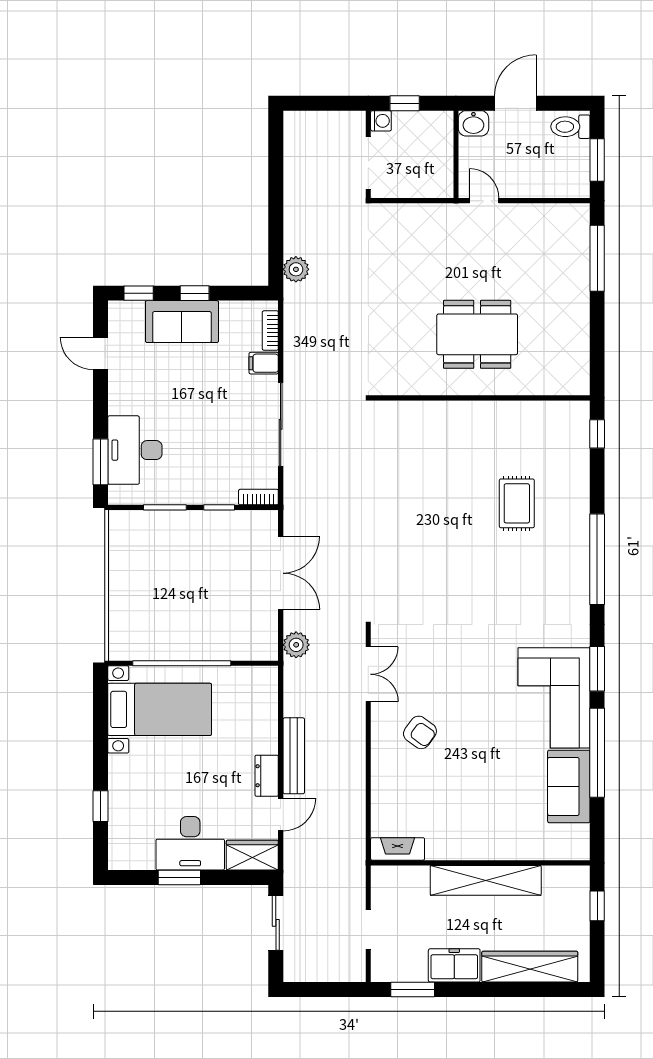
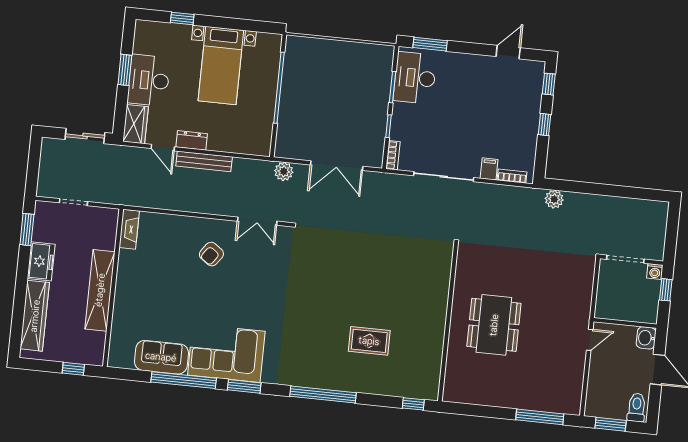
sofa: (182, 322) -> (525, 113), removed
desk: (135, 450) -> (415, 78), moved, turned -90
bed with nightstands: (160, 709) -> (221, 65), moved

